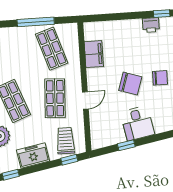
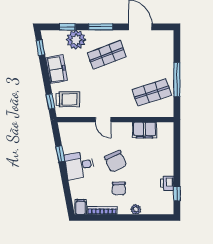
chair: (130, 84) -> (116, 161), turned -42
shop shelf: (55, 98) -> (107, 92), removed

